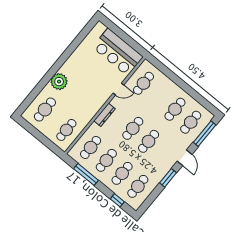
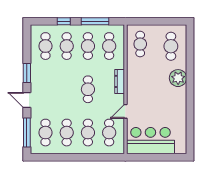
cafe table: (149, 141) -> (88, 133), moved
window: (117, 200) -> (64, 21), moved

